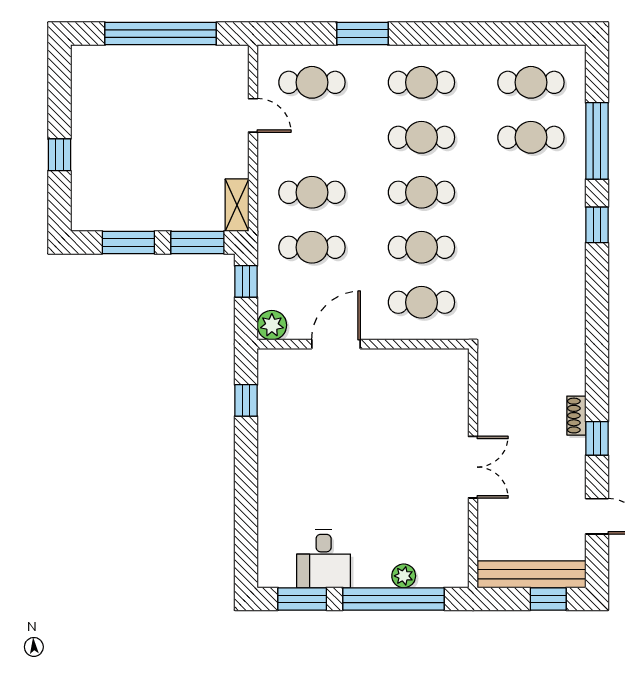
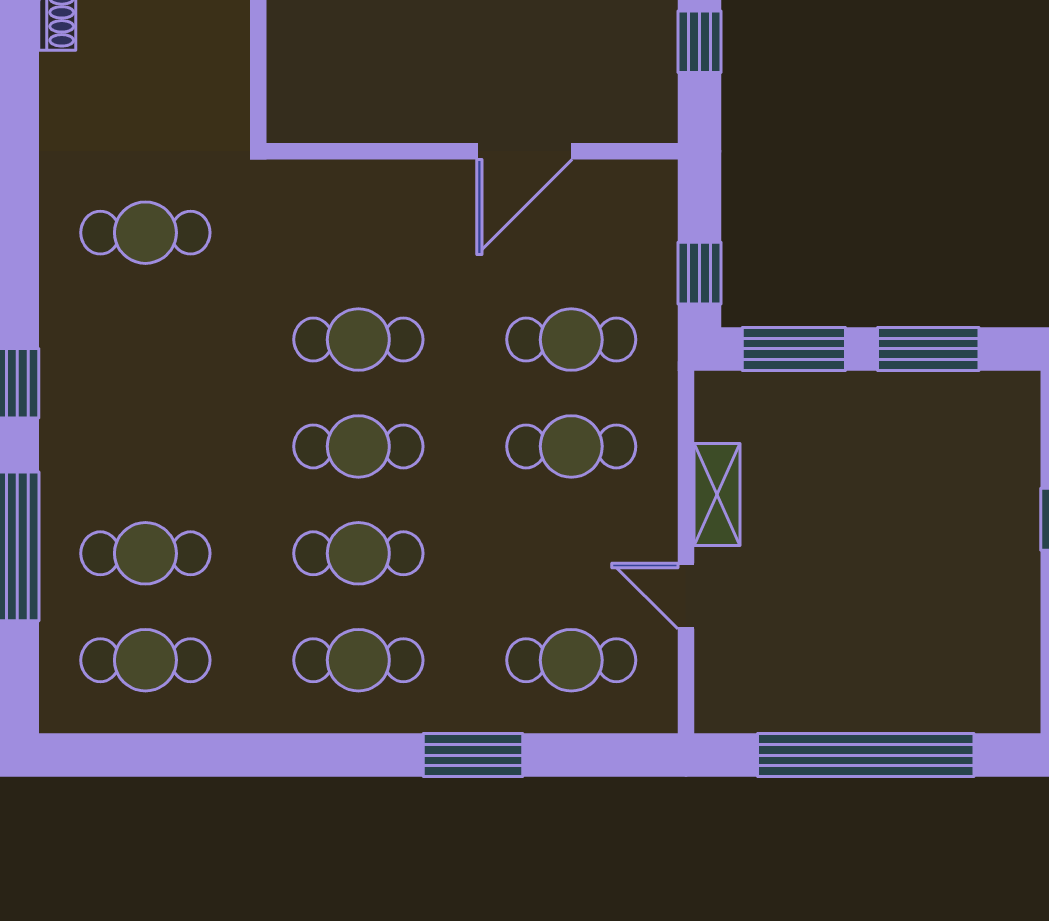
shelving: (237, 205) -> (717, 494), moved
cafe table: (421, 302) -> (145, 233), moved
plant: (272, 325) -> (649, 188), removed

